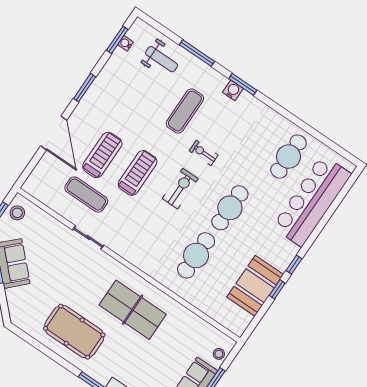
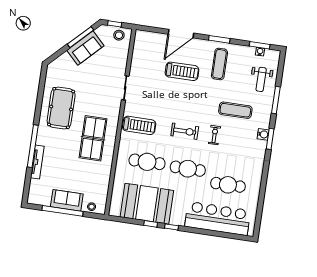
cafe table: (289, 157) -> (228, 185), moved
treadmill: (138, 173) -> (139, 125), moved
exercise mat: (86, 195) -> (219, 64), moved
booth: (255, 286) -> (147, 204), width x1.36, depth x1.42

